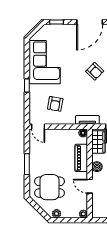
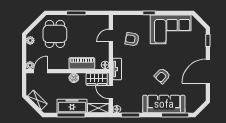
door: (90, 22) -> (208, 71), hinge flipped
door: (38, 127) -> (111, 36), moved
door: (90, 186) -> (40, 71), moved

